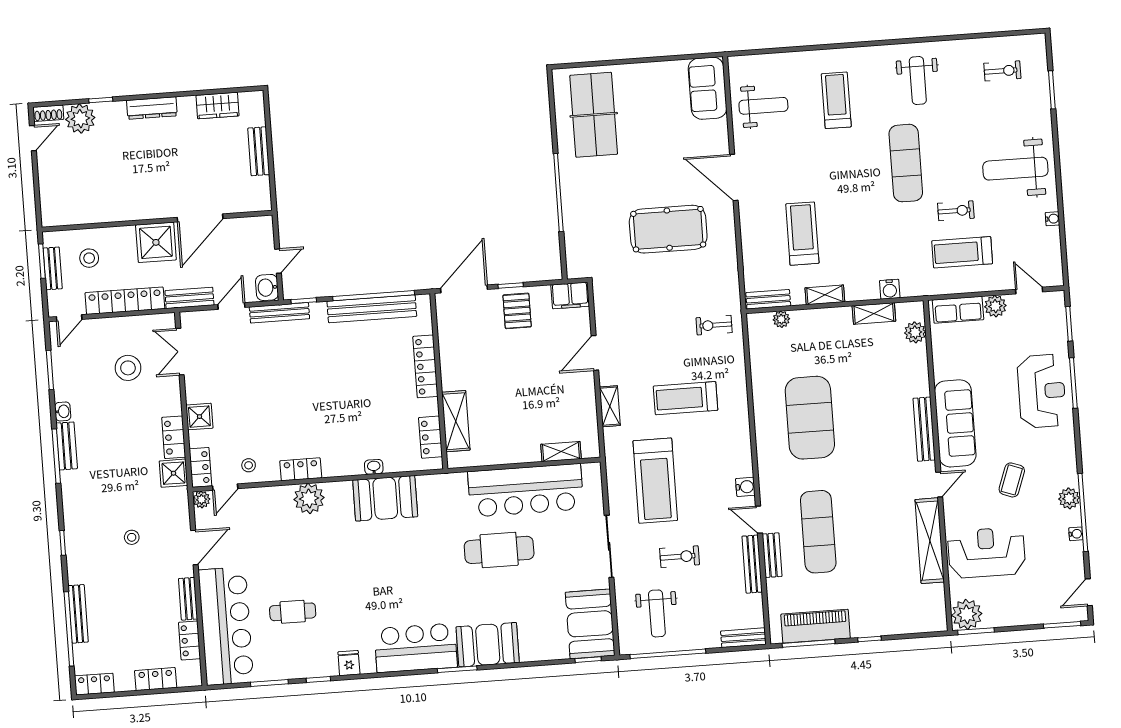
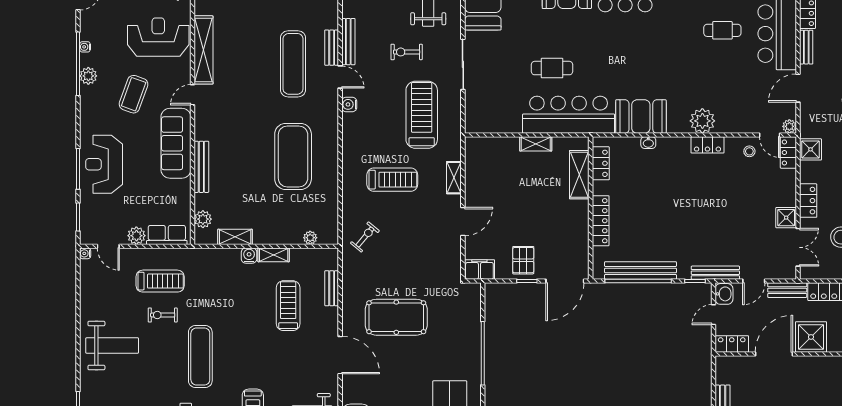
water cooler: (1052, 219) -> (85, 253), moved
locker: (253, 227) -> (732, 344), added
treadmill: (802, 234) -> (288, 306), turned 180
water cooler: (890, 289) -> (249, 256), moved
bench: (768, 299) -> (332, 288), moved, turned 90
exercise bike: (714, 325) -> (365, 237), turned -50
shower: (199, 417) -> (786, 218), moved
bench: (924, 429) -> (201, 167), moved
locker: (174, 437) -> (808, 201), moved
shelving: (561, 452) -> (536, 144), moved
coffee table: (1012, 480) -> (134, 94), width x1.36, depth x1.30
door: (225, 487) -> (770, 135), swing flipped
bar counter: (526, 490) -> (569, 115), moved
cafe table: (499, 550) -> (552, 68), width x0.73, depth x0.74
reception desk: (986, 553) -> (158, 37), turned 180

